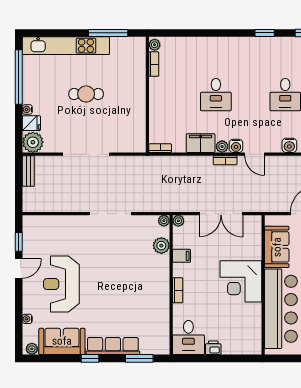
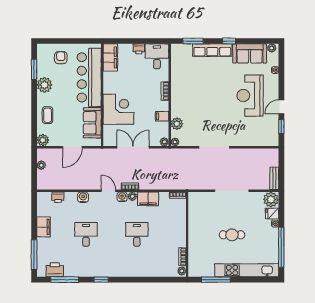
corner desk: (241, 281) -> (118, 109), moved
reception desk: (61, 284) -> (250, 96), turned 180
filing cabinet: (252, 336) -> (110, 57), added

